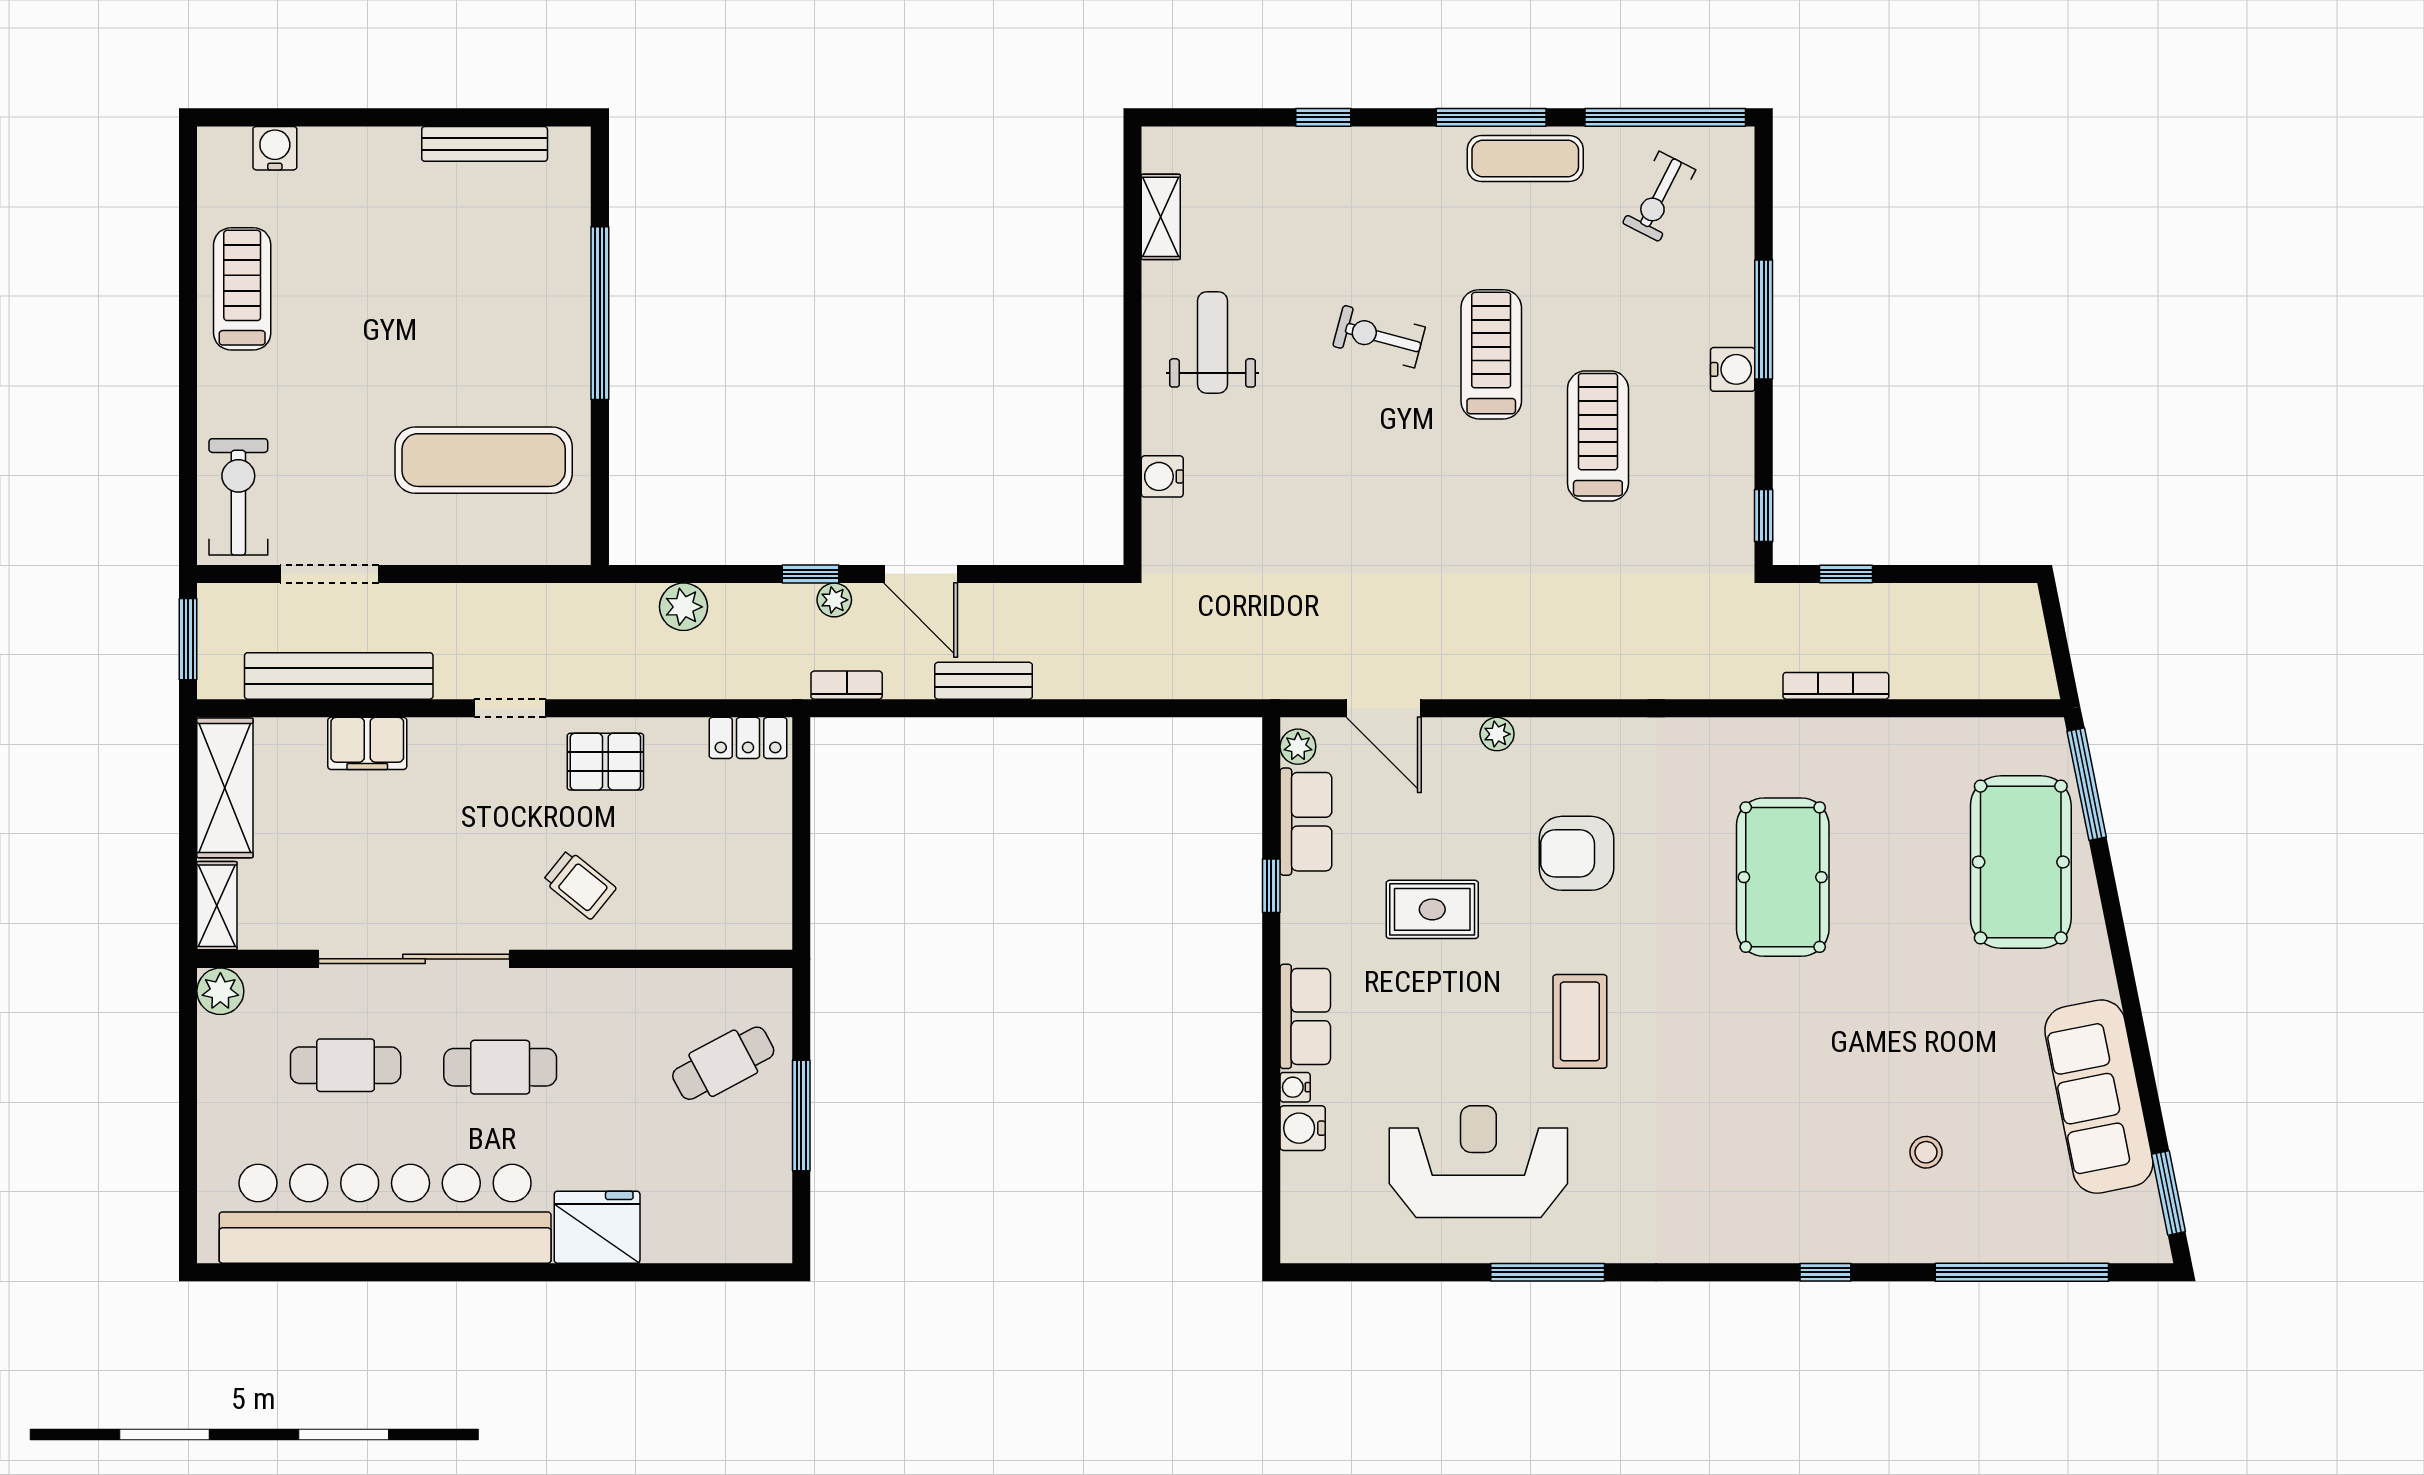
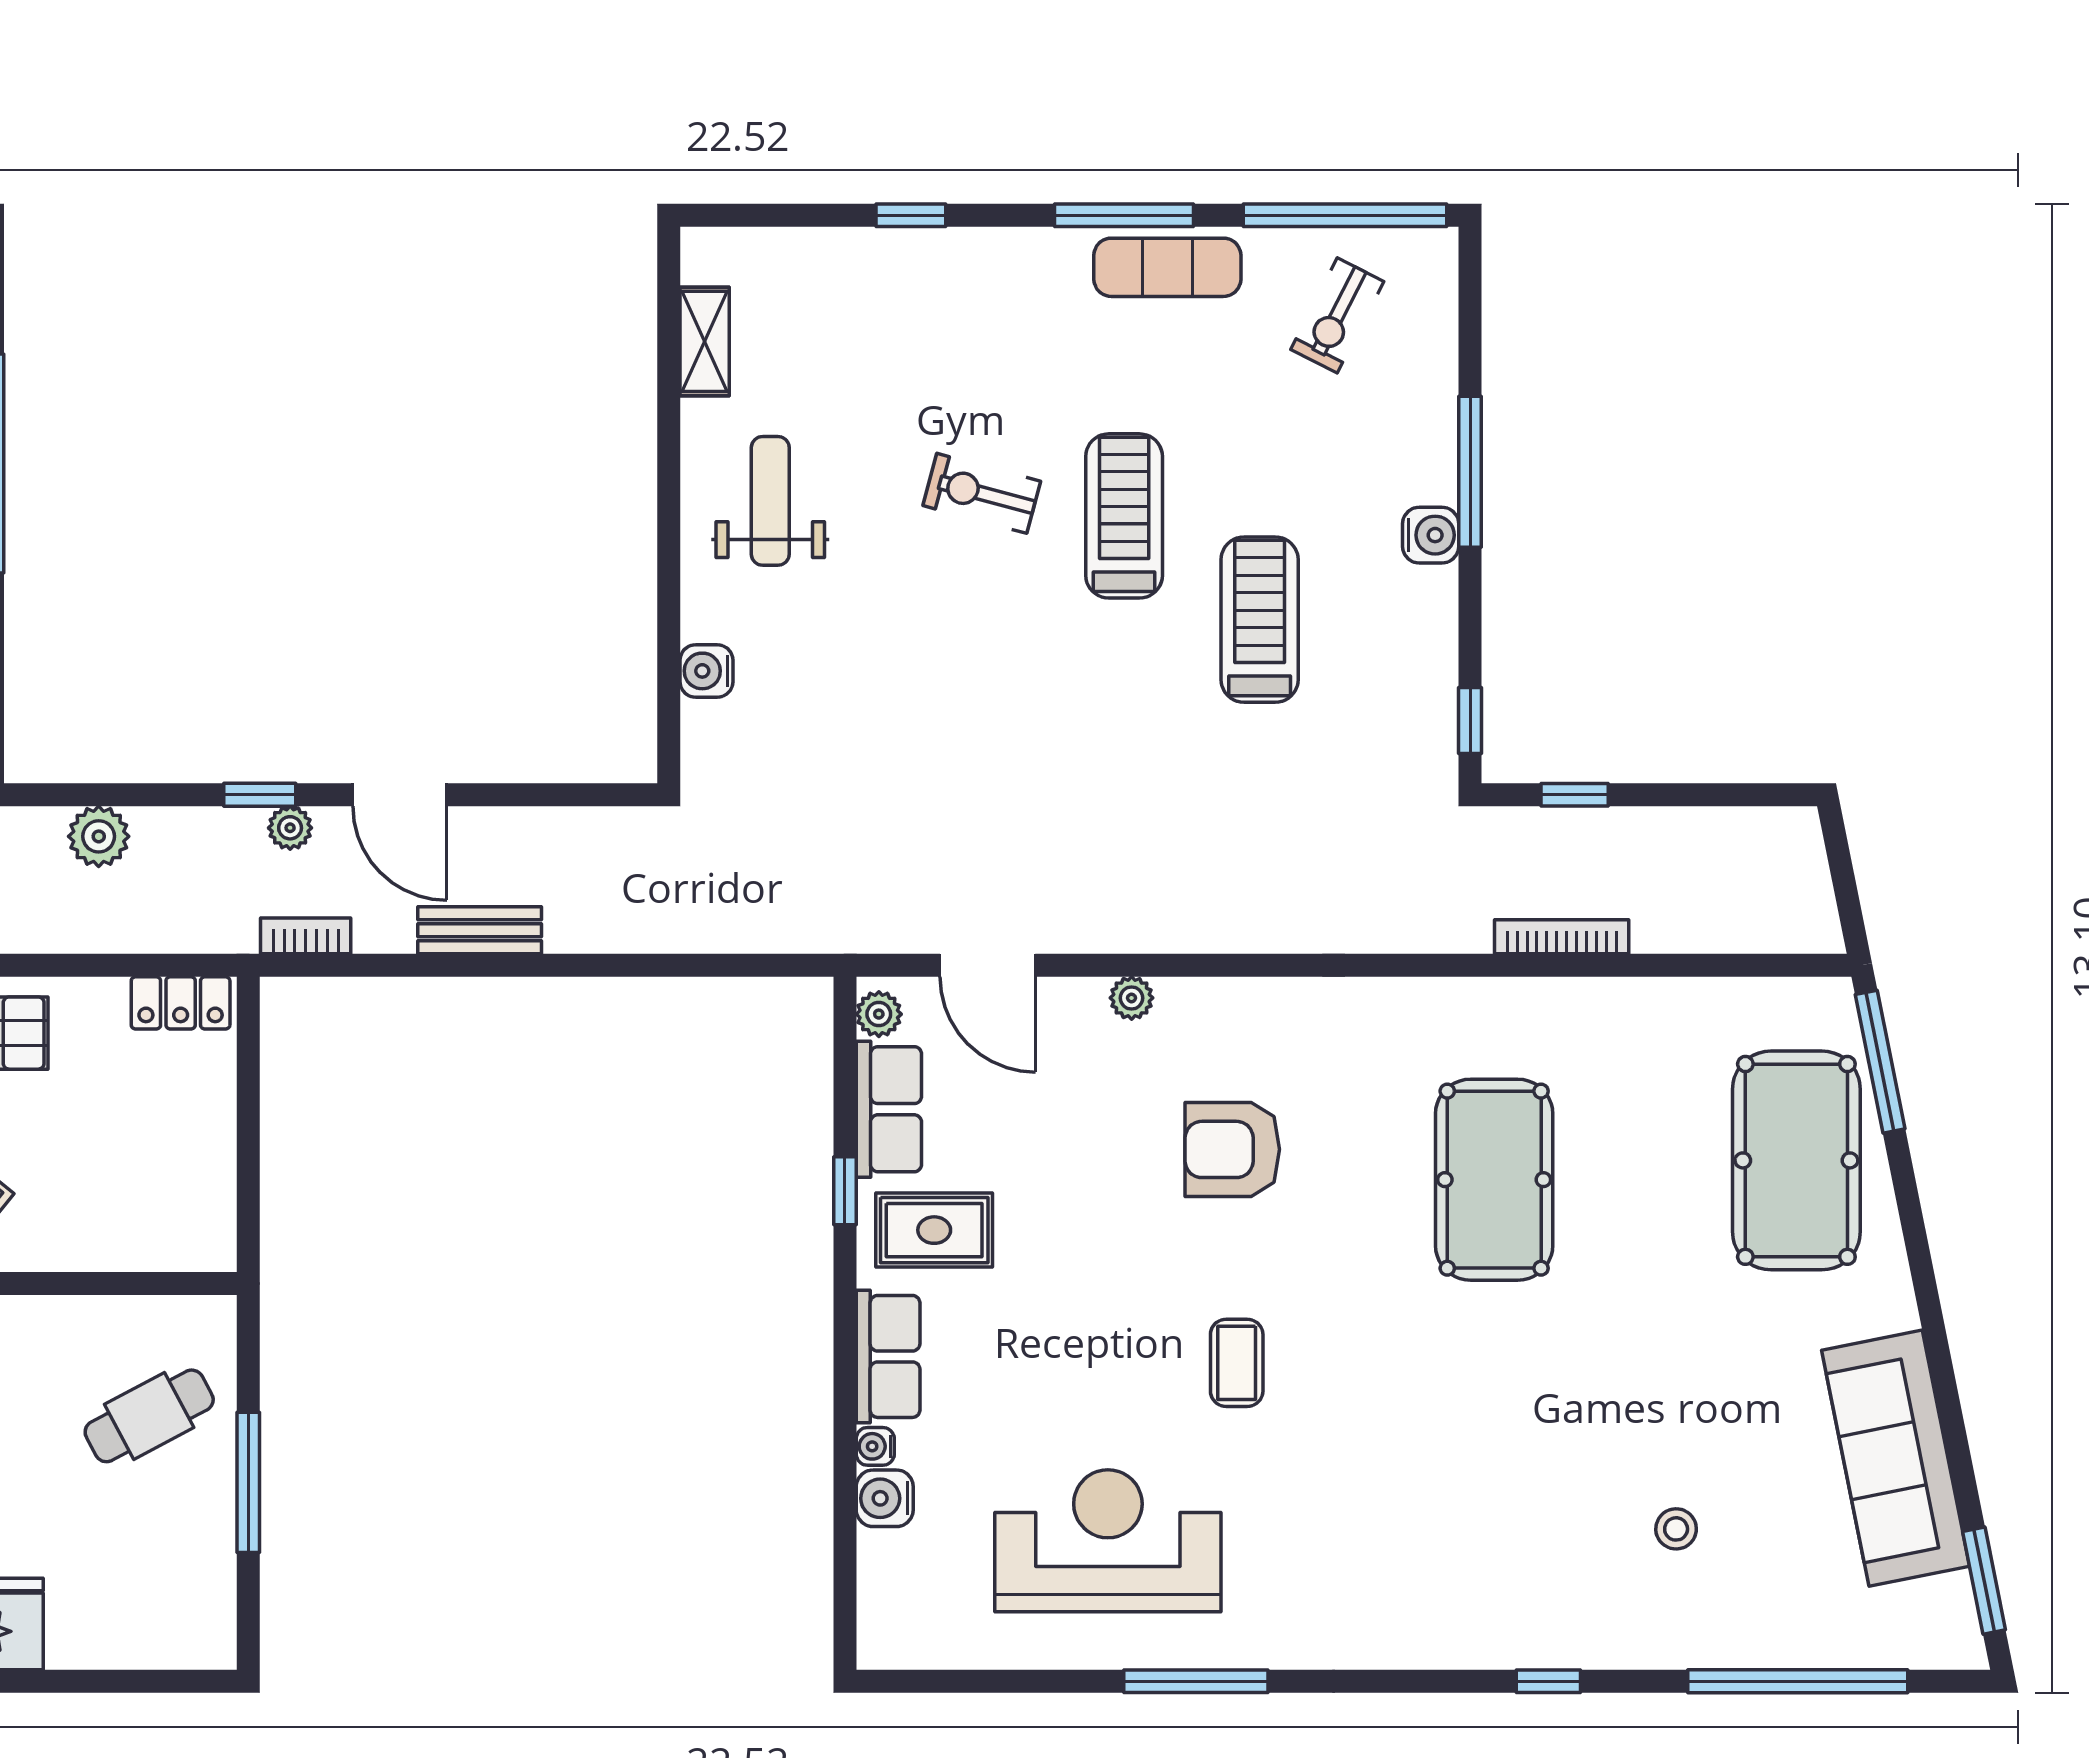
rug: (1432, 909) -> (934, 1230), moved
coffee table: (1580, 1021) -> (1237, 1363), width x0.73, depth x0.77

